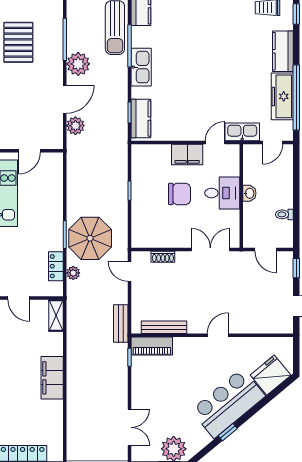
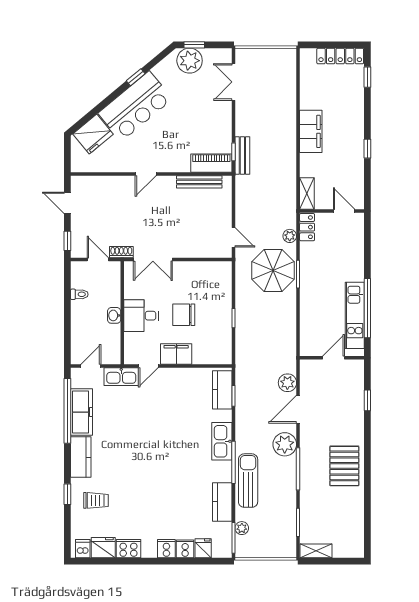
shoe rack: (163, 257) -> (121, 252), moved
locker: (56, 266) -> (307, 227), moved
bench: (121, 323) -> (242, 155), moved

